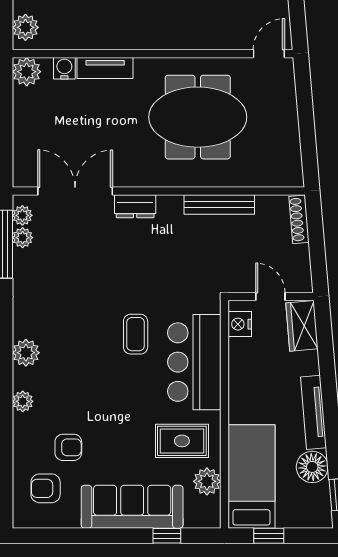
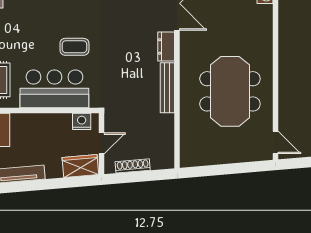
tv unit: (105, 68) -> (265, 25), removed
bench: (219, 205) -> (167, 88), moved
shoe rack: (299, 219) -> (133, 166), moved

